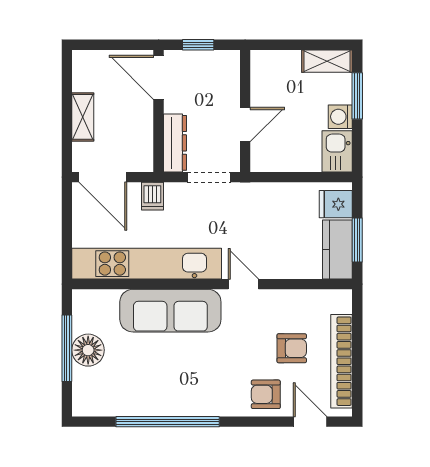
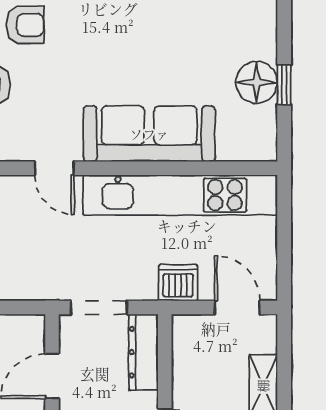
door: (103, 177) -> (237, 308), width x0.73
dishwasher: (152, 196) -> (178, 283), width x1.38
window: (67, 348) -> (284, 85), width x0.46

